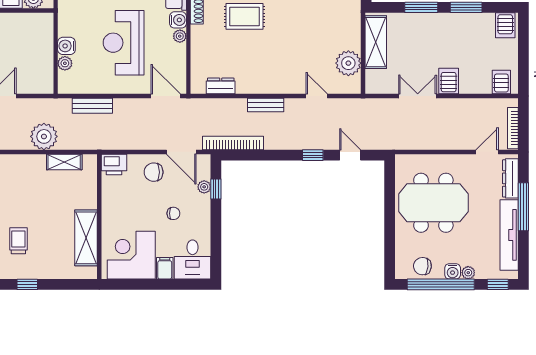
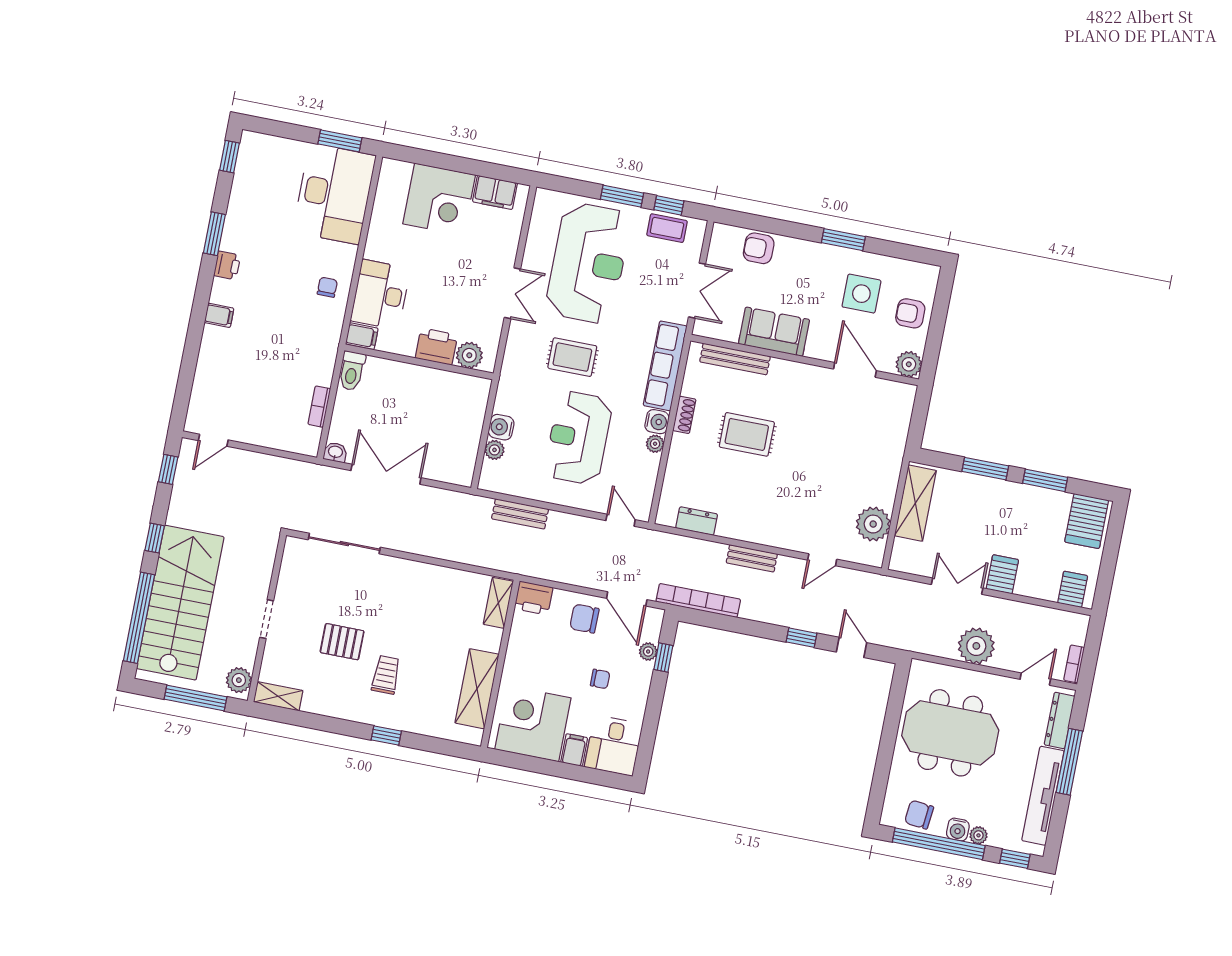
server rack: (505, 25) -> (1087, 521), width x1.36, depth x1.44
door: (166, 96) -> (621, 520), width x0.73
door: (317, 96) -> (822, 560), swing flipped
bookcase: (513, 128) -> (1074, 664), width x0.64
plant: (44, 136) -> (976, 646), moved
shelving: (64, 162) -> (498, 603), moved, turned 90

